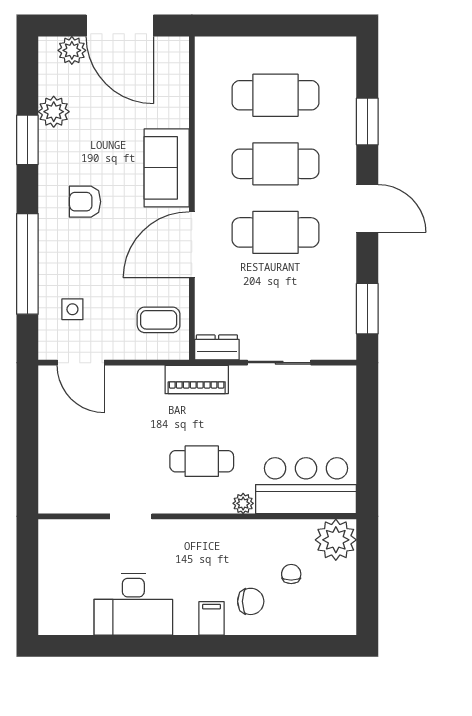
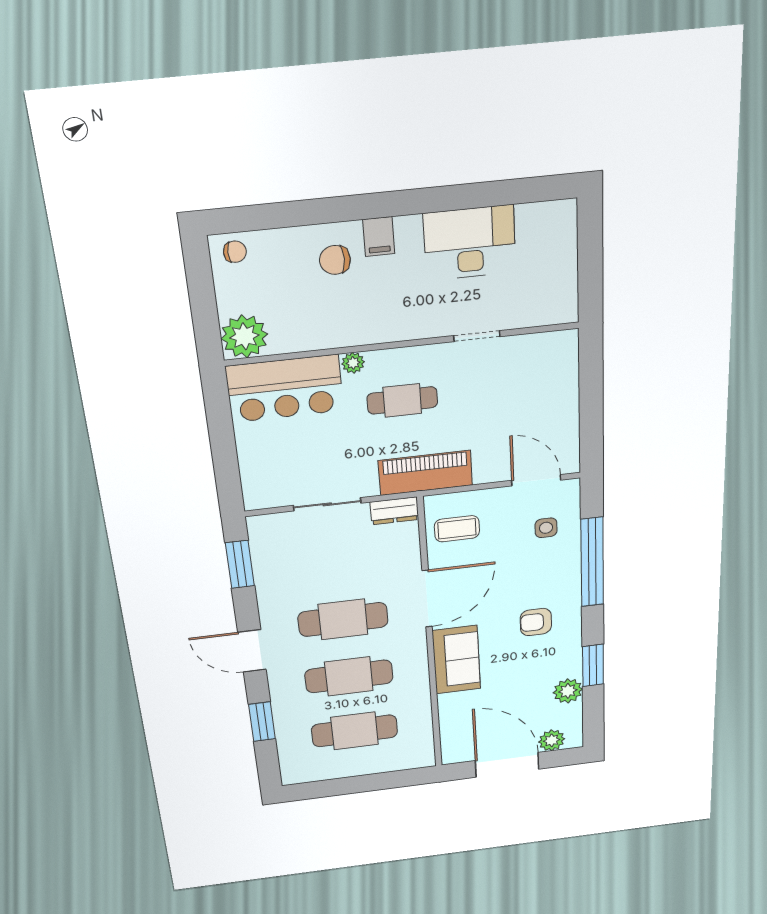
armchair: (85, 202) -> (536, 622), turned 180
piano: (197, 380) -> (425, 473), width x1.37, depth x1.33
chair: (291, 574) -> (235, 252), moved, turned -89

